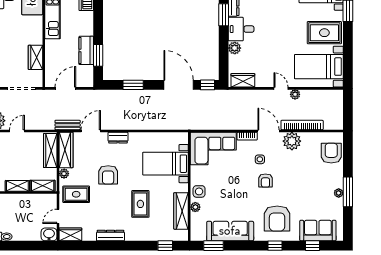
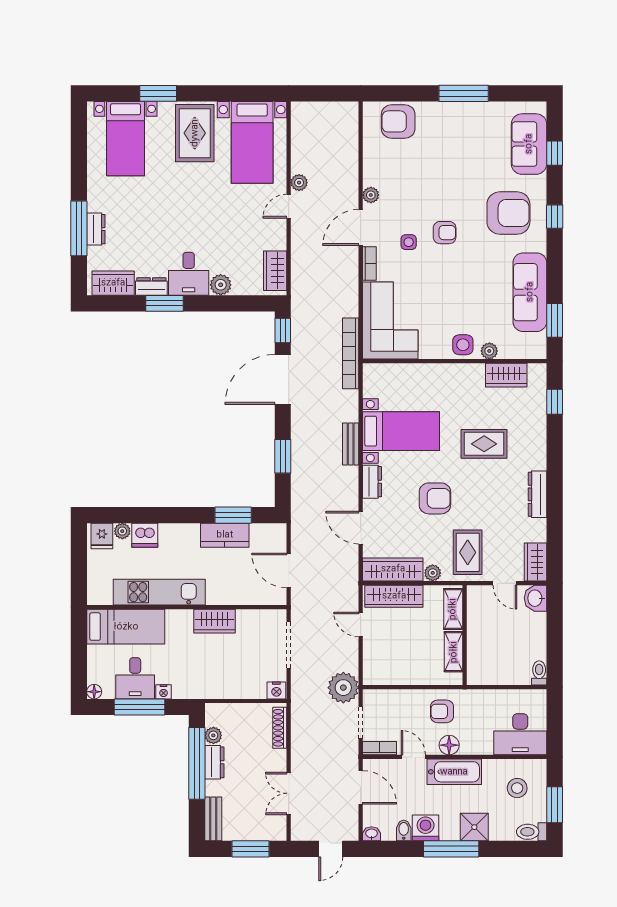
wardrobe: (35, 57) -> (214, 621), moved
bench: (68, 125) -> (351, 444), moved
bookcase: (302, 125) -> (351, 353), moved
door: (17, 131) -> (361, 625), moved
plant: (292, 141) -> (371, 195), width x0.53, depth x0.53
bed with nightstands: (165, 164) -> (401, 431), moved, turned -90
plant: (339, 193) -> (465, 109), removed
wardrobe: (181, 211) -> (506, 375), width x0.67

